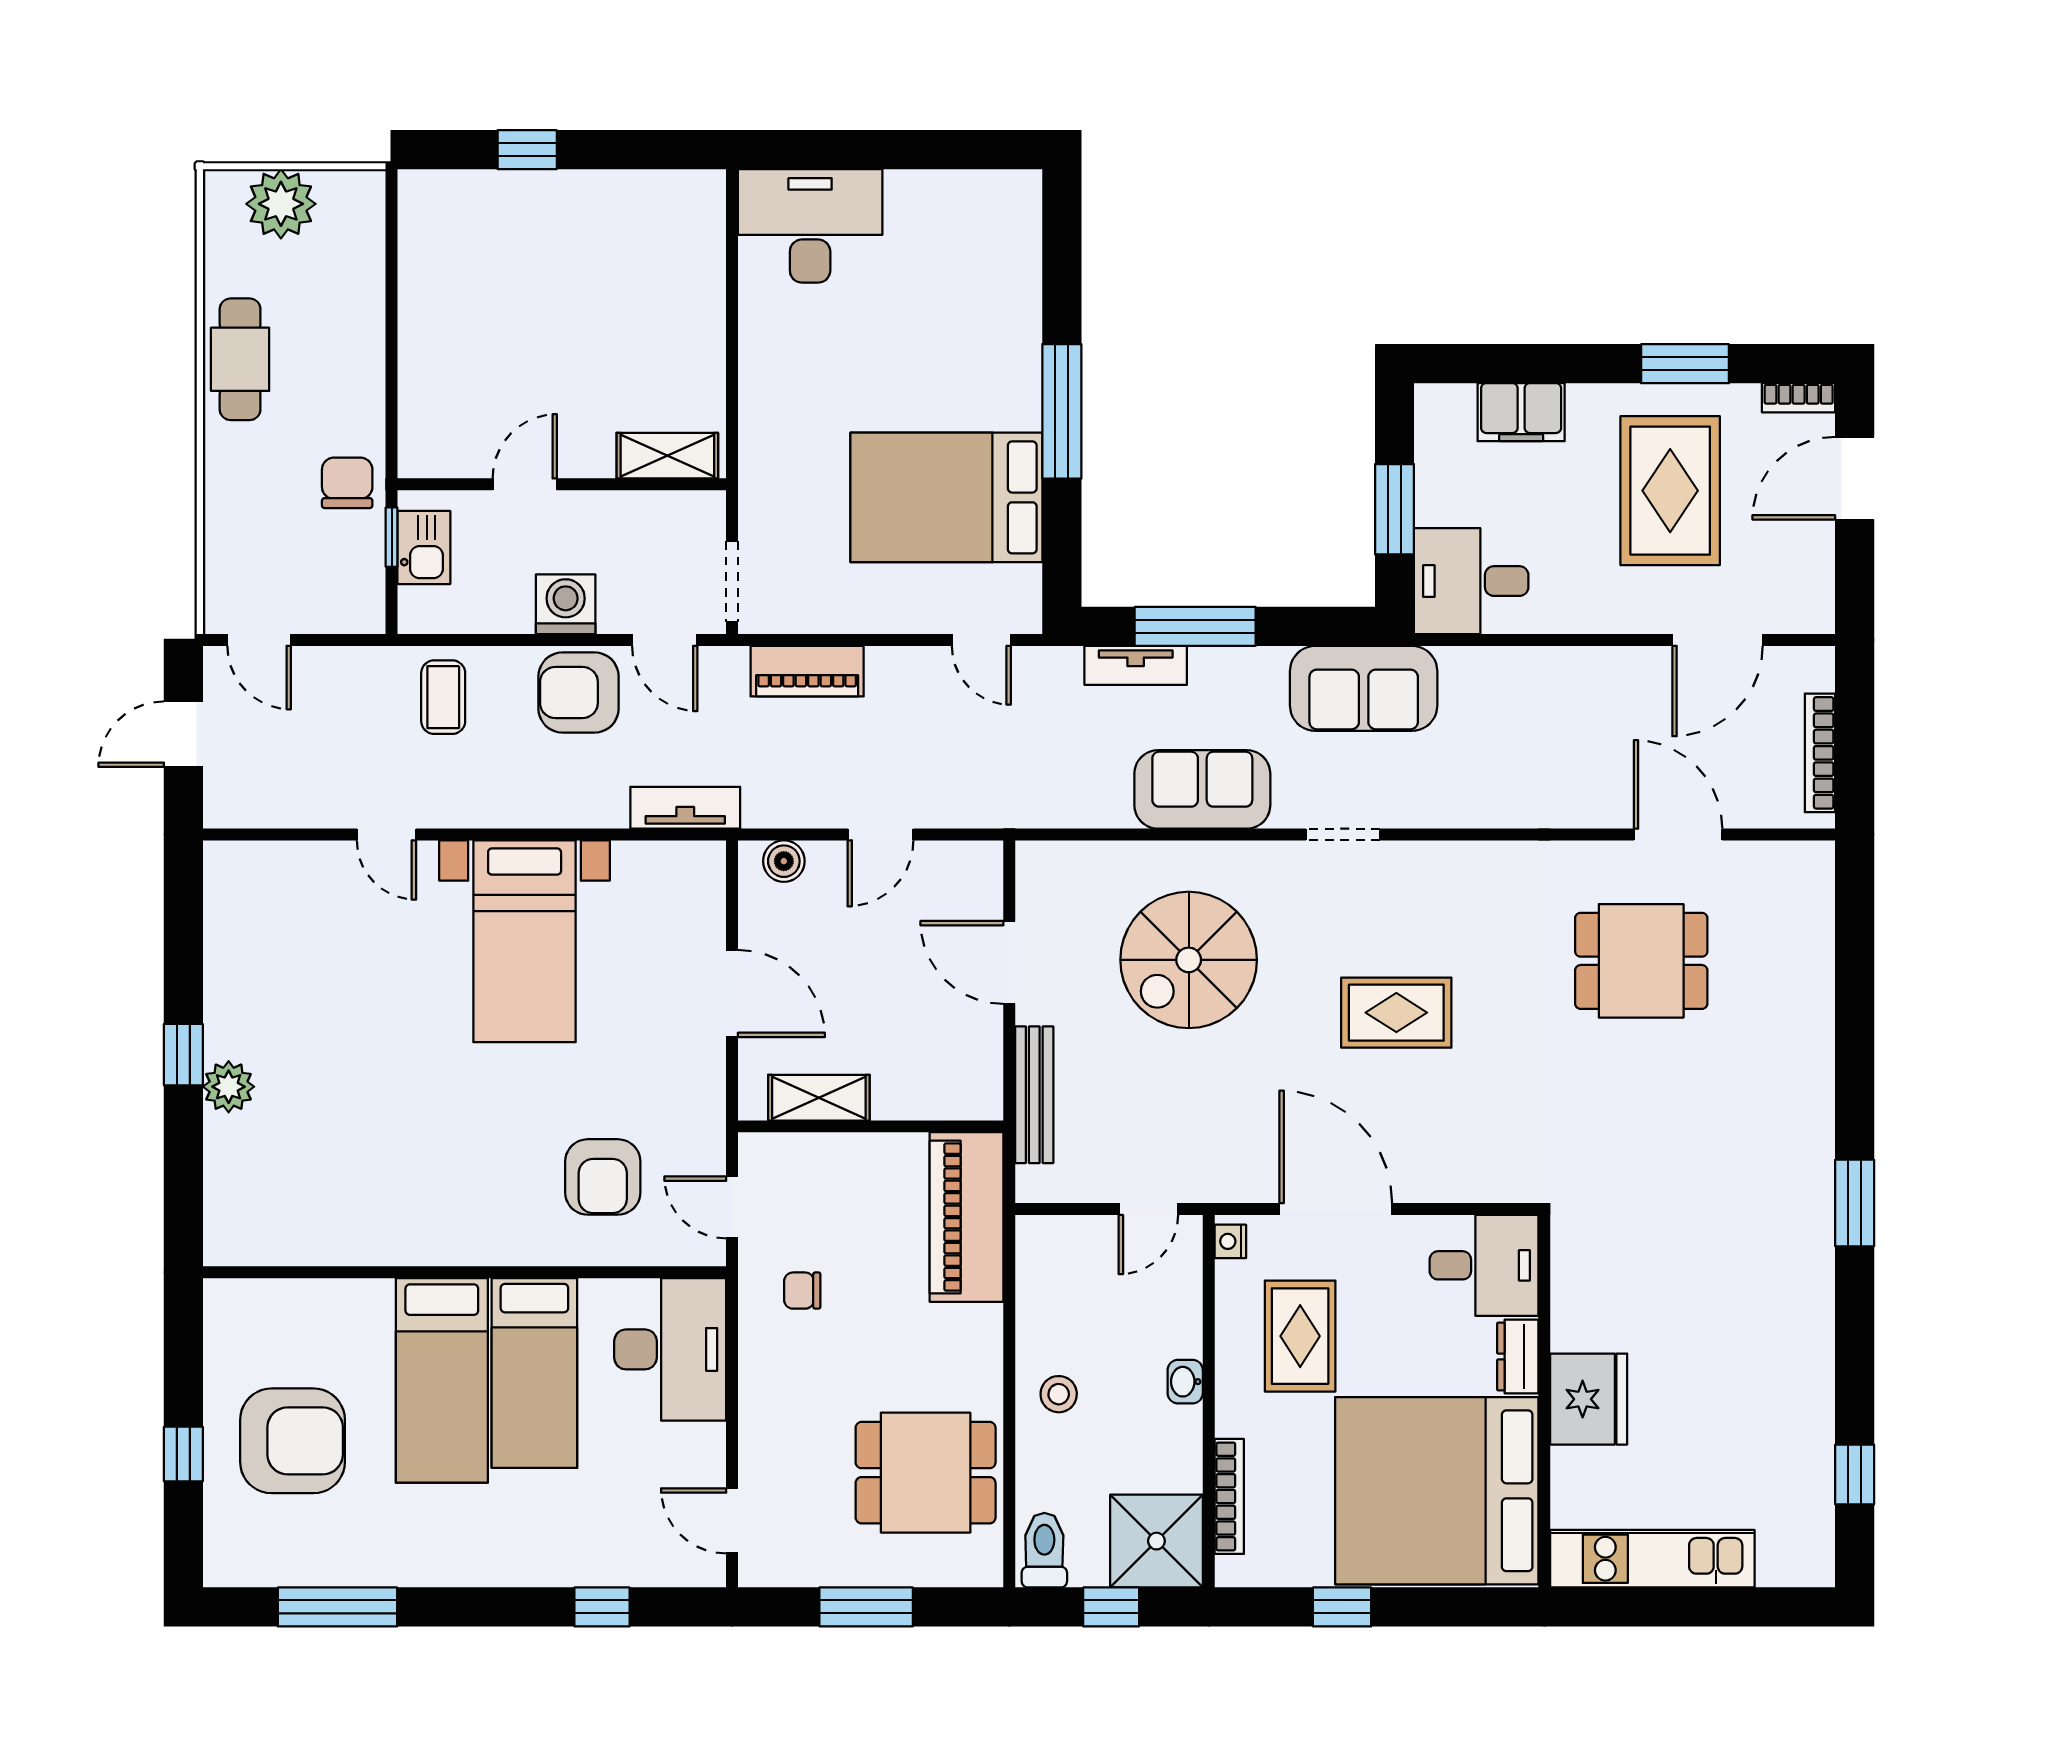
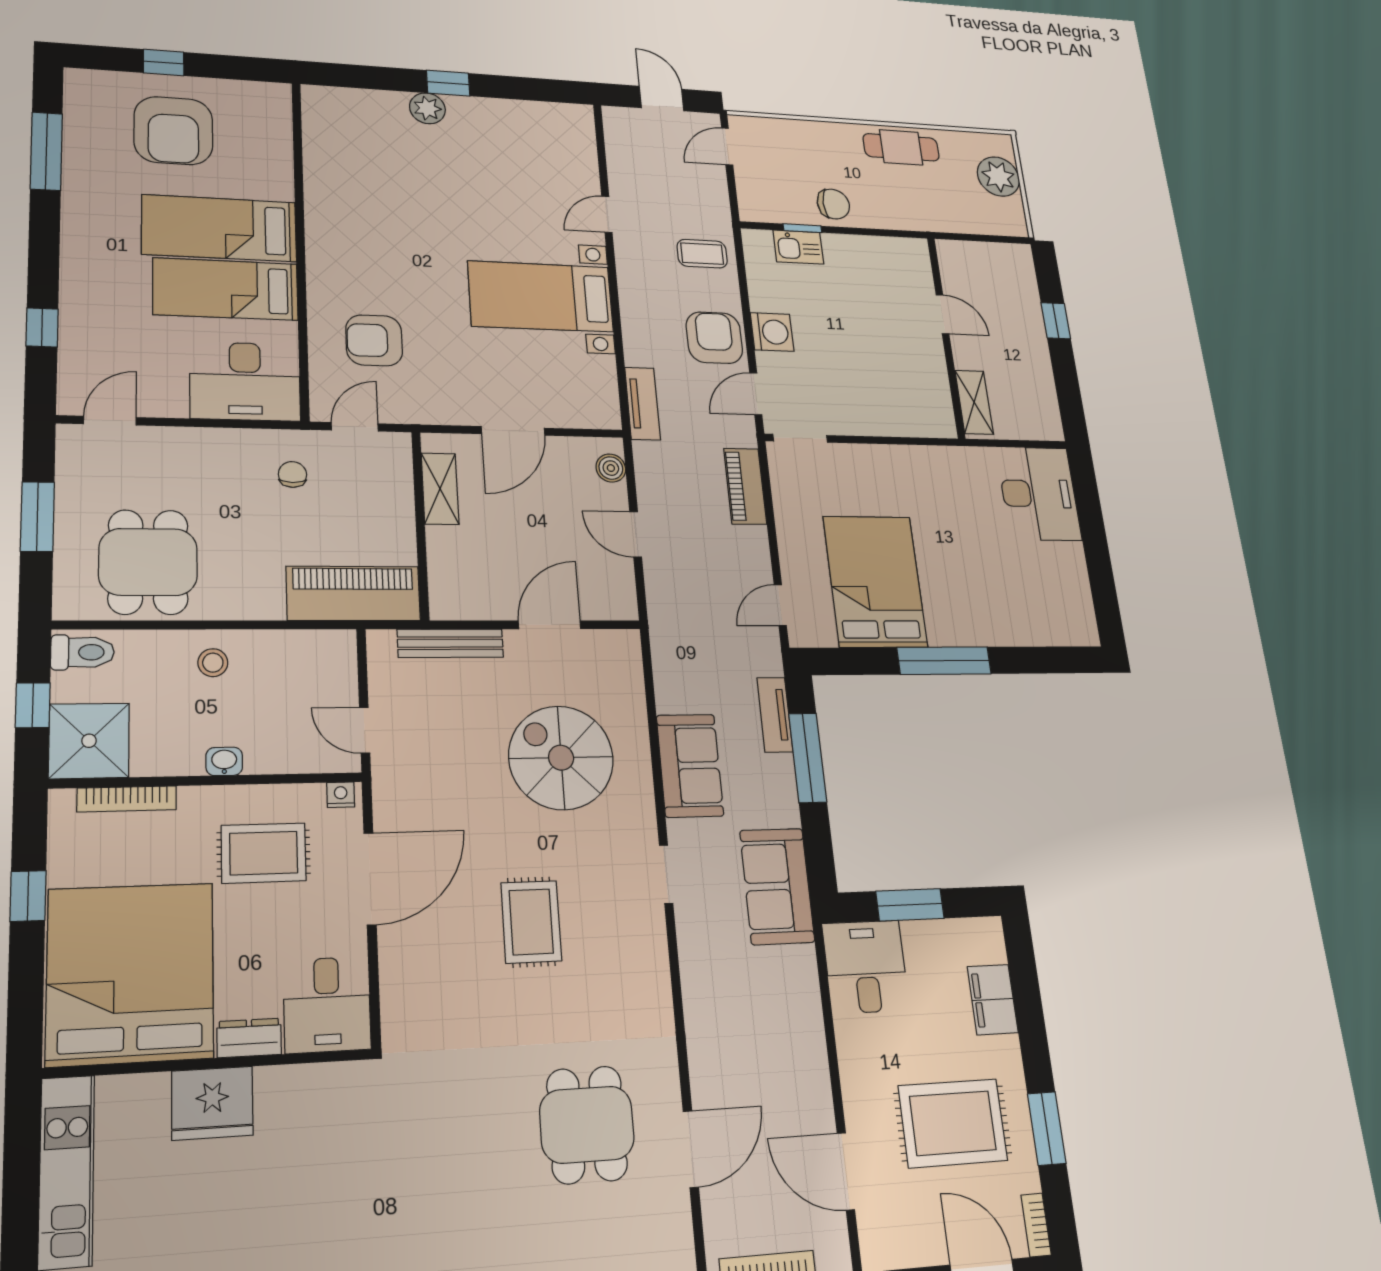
shelving: (667, 456) -> (974, 402), moved
door: (525, 484) -> (942, 314), moved
wall: (562, 484) -> (946, 337), moved

